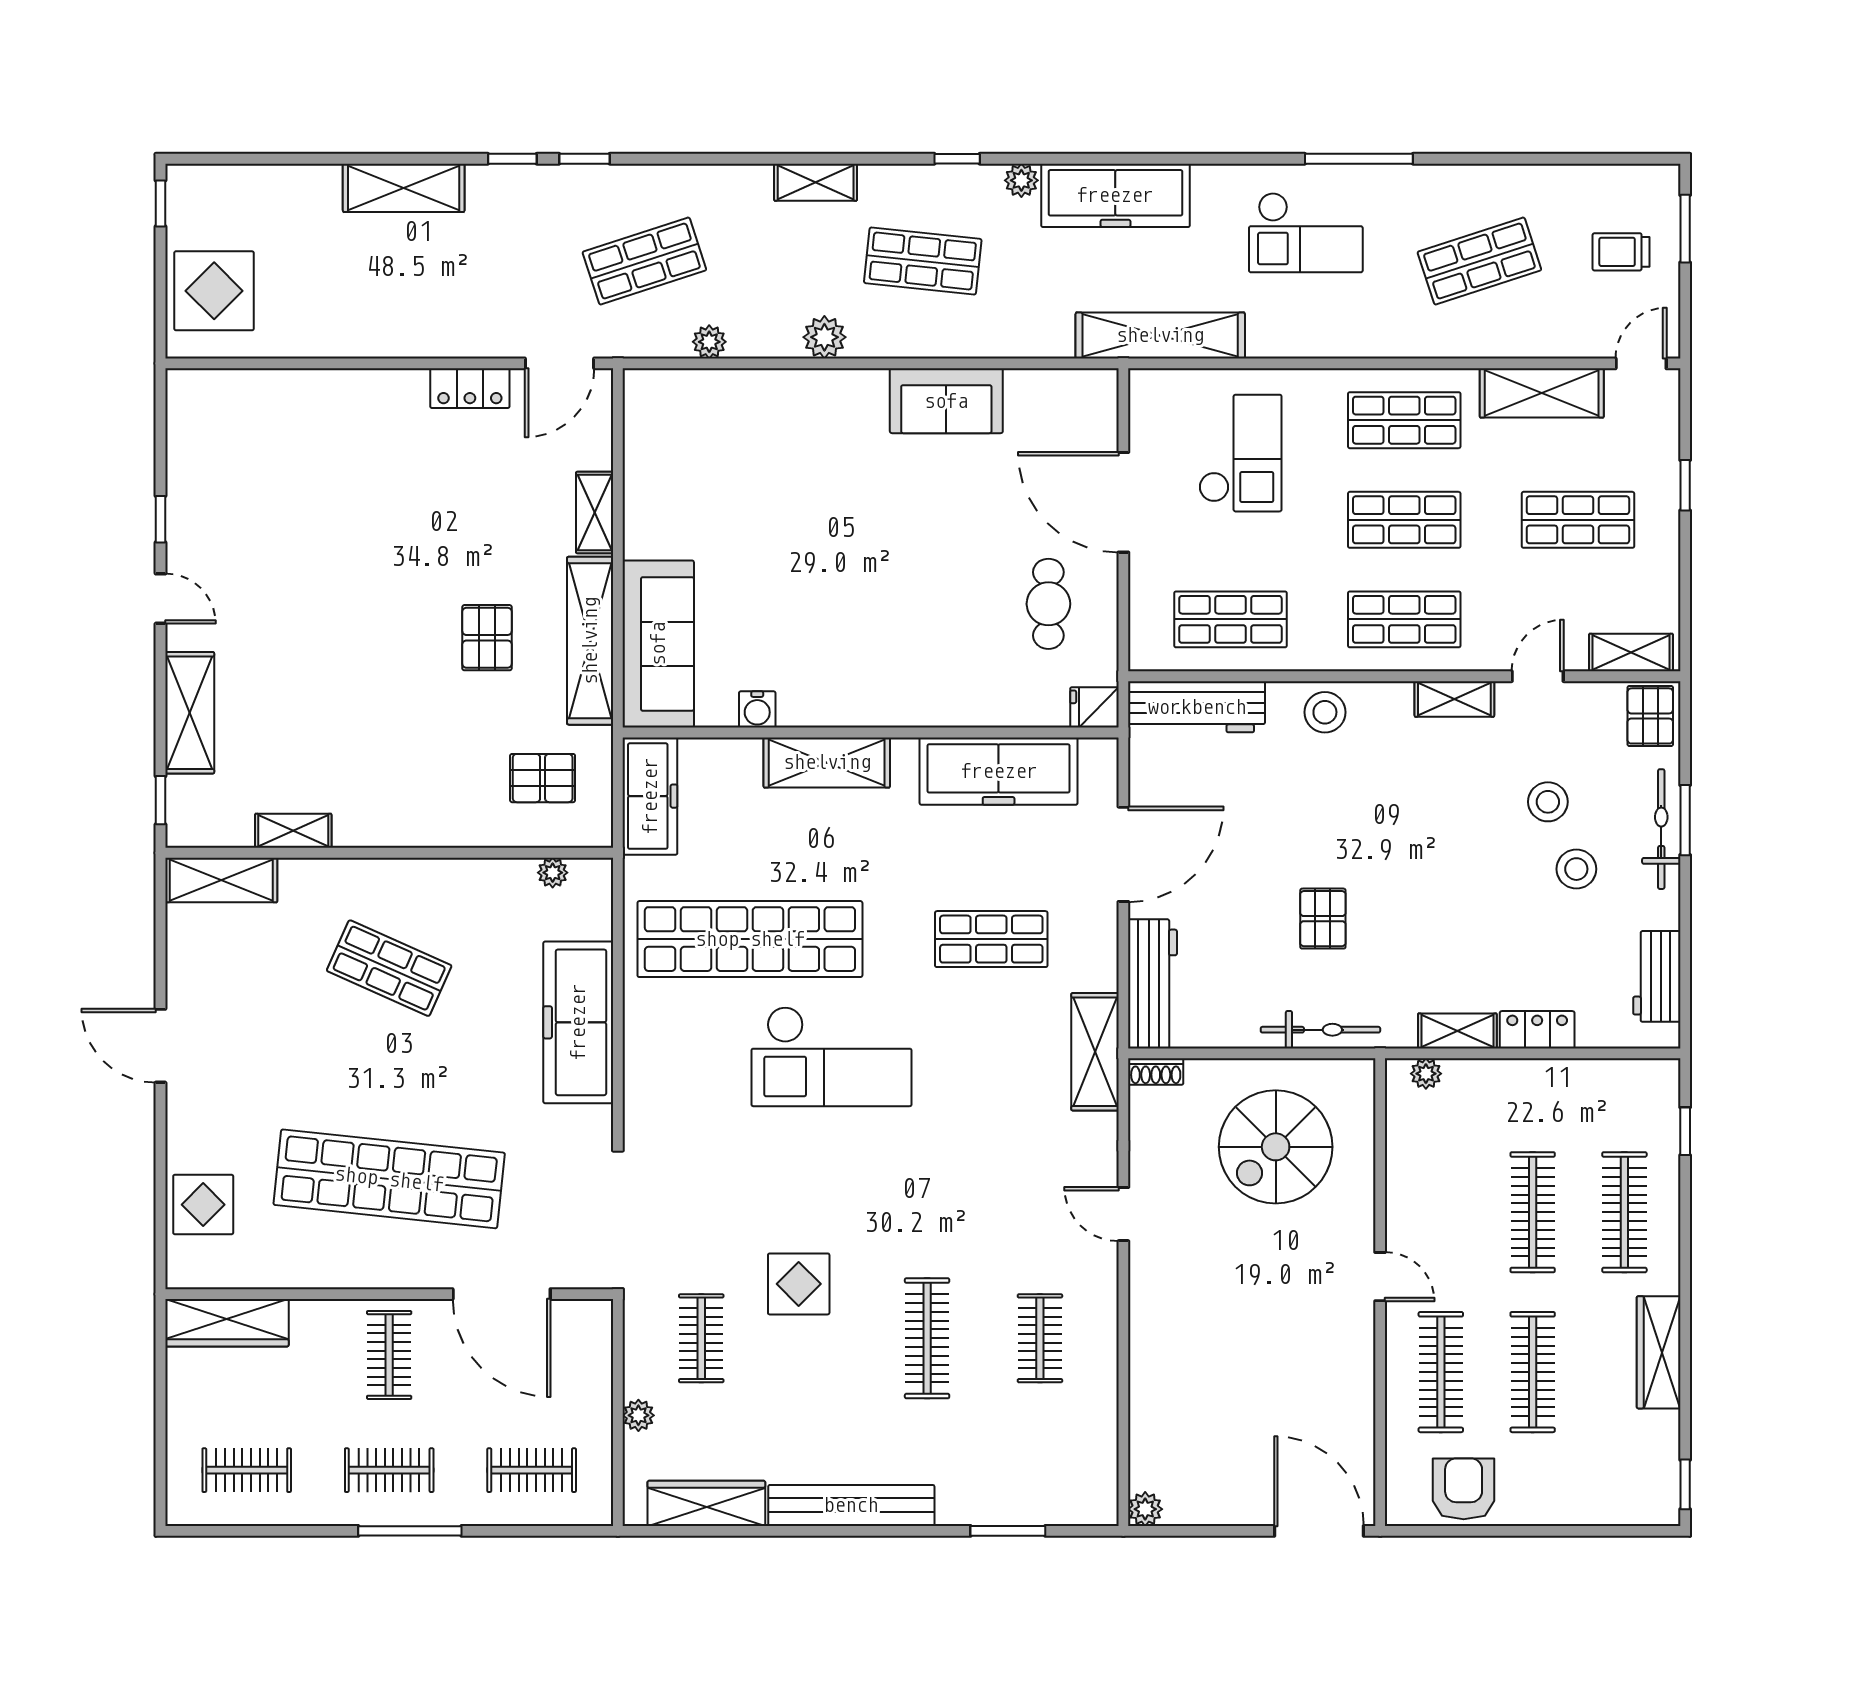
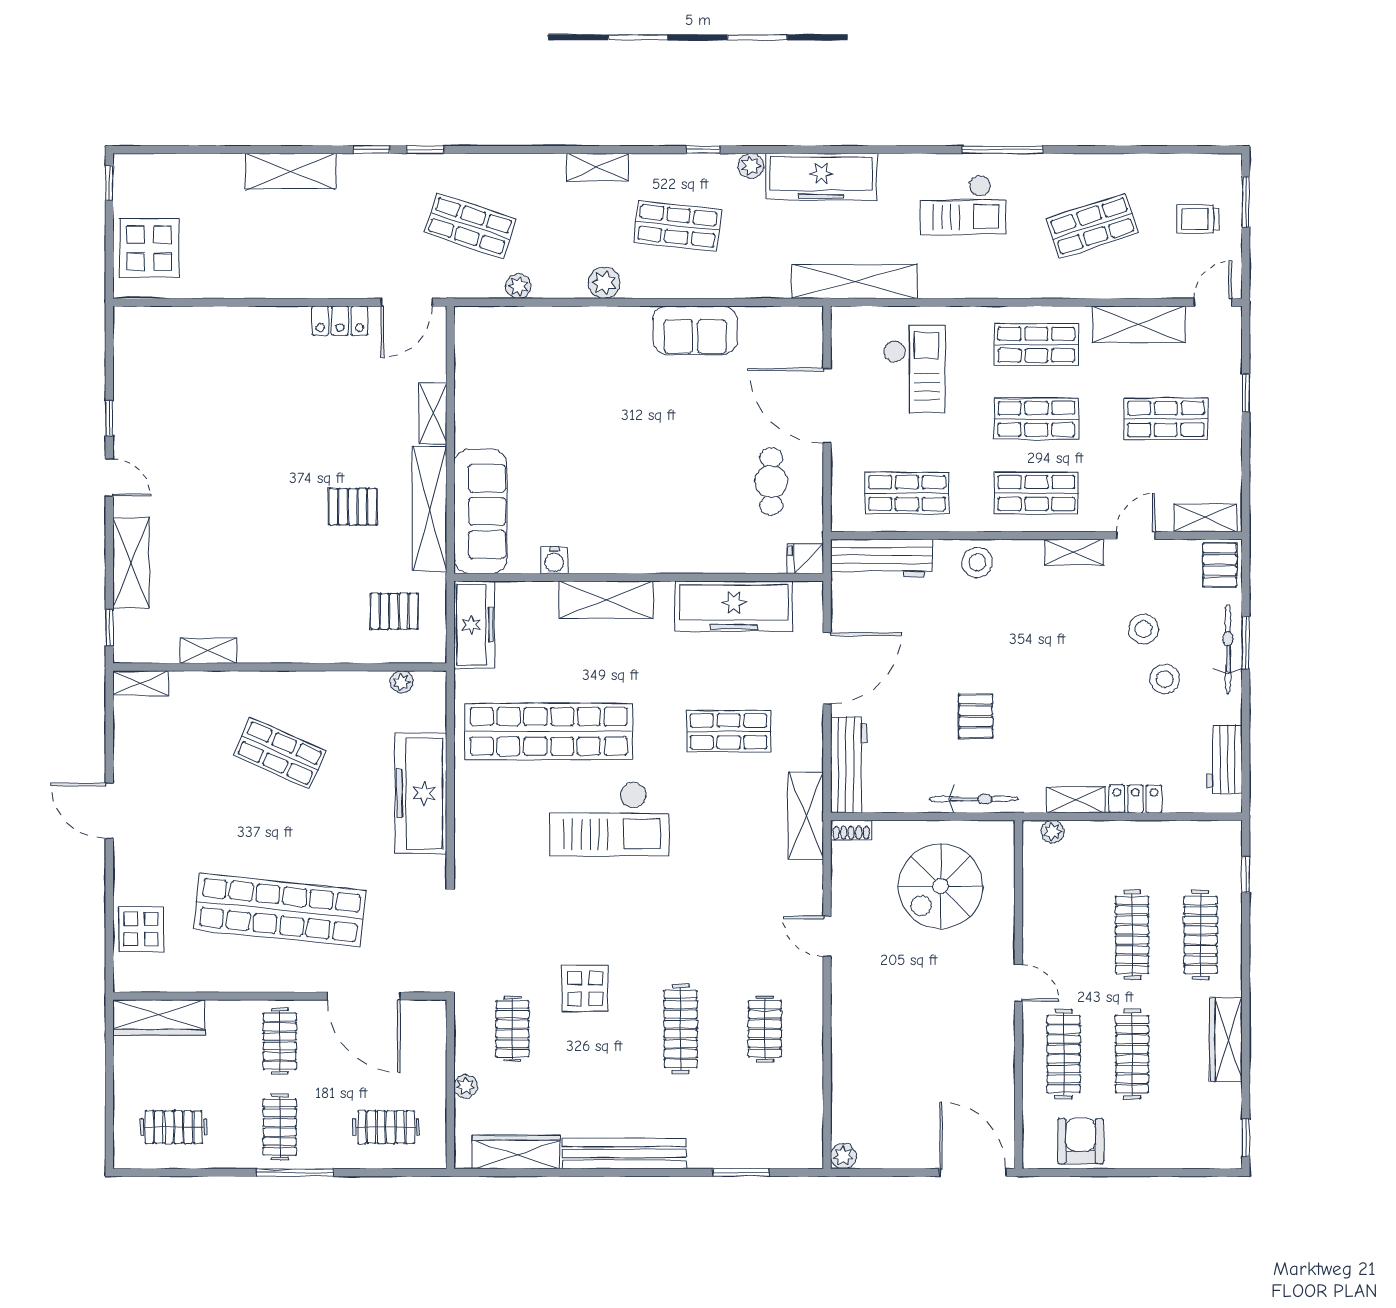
shop shelf: (644, 261) -> (470, 226), turned 36
pallet: (487, 638) -> (353, 507), turned 90
shelving: (221, 880) -> (141, 683), width x0.67, depth x0.75
clothes rail: (389, 1470) -> (280, 1127), turned 90

